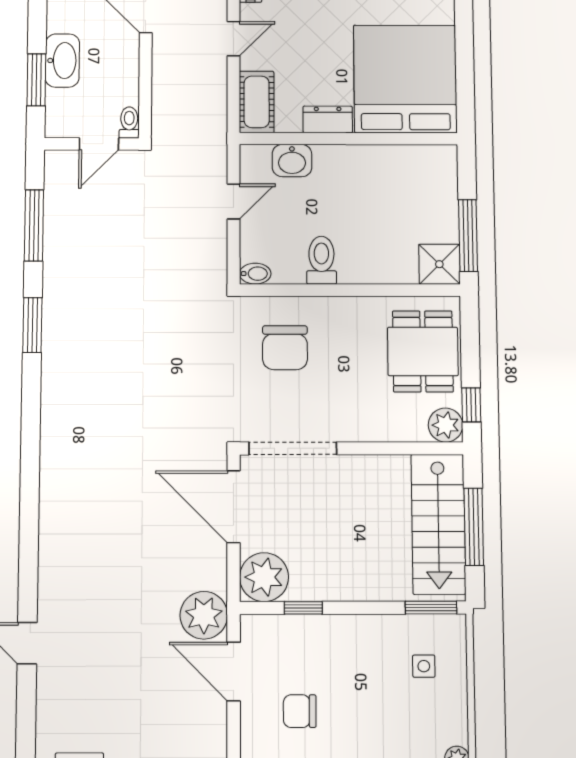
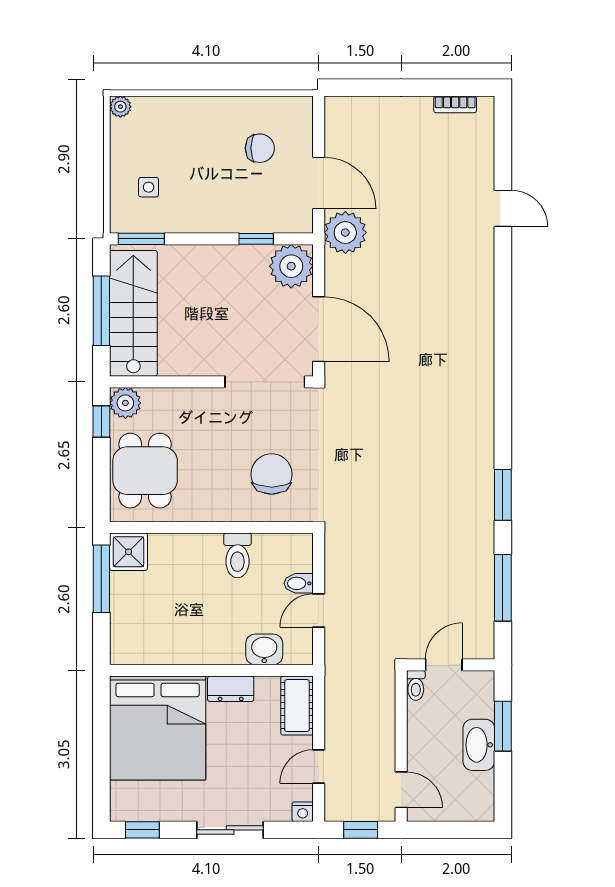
bidet: (255, 274) -> (299, 583), moved

